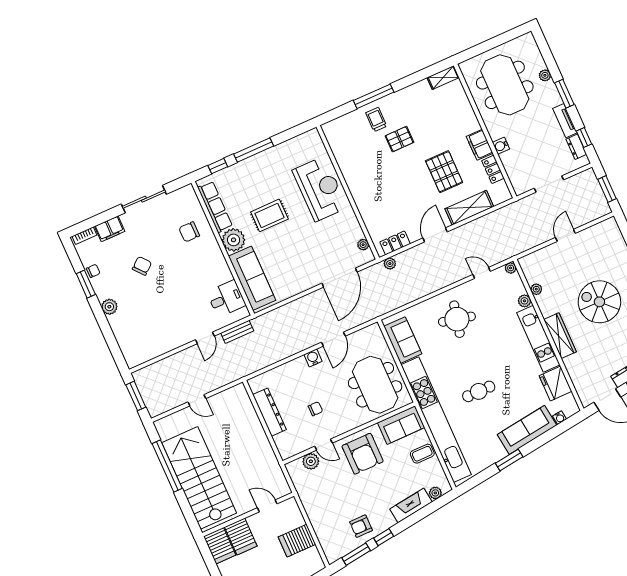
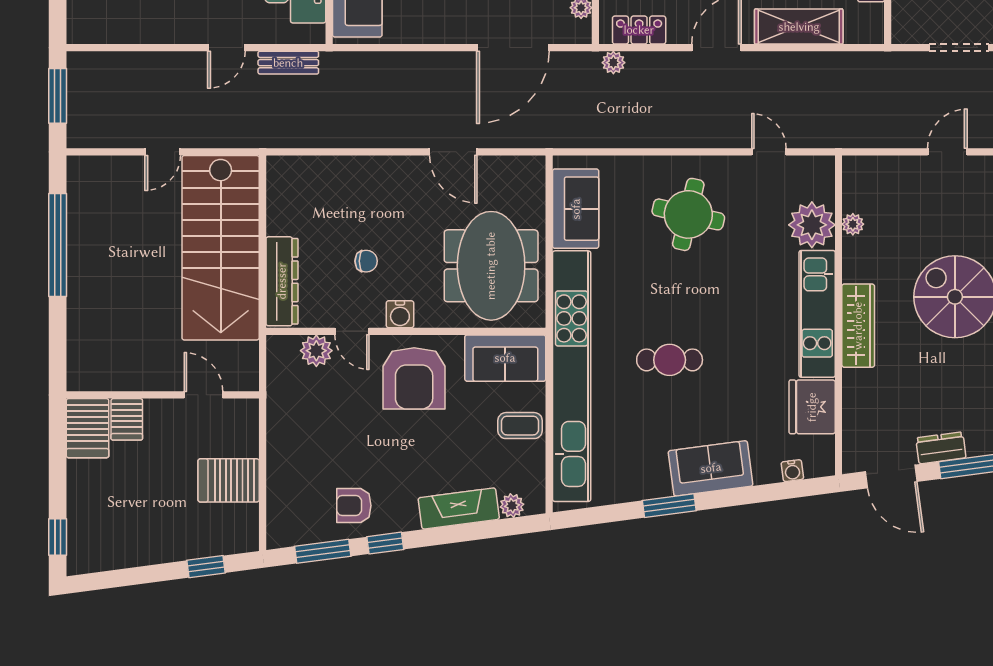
plant: (511, 268) -> (824, 166), removed
plant: (524, 301) -> (812, 225), width x1.87, depth x1.87
door: (333, 339) -> (453, 152), hinge flipped
water cooler: (313, 358) -> (400, 314), moved, turned 180
door: (197, 400) -> (163, 152), hinge flipped
dresser: (269, 412) -> (282, 281), moved
sofa: (527, 430) -> (711, 468), width x0.73
stairs: (199, 478) -> (221, 248), moved, turned 180
server rack: (241, 536) -> (127, 419), width x0.73, depth x0.70

